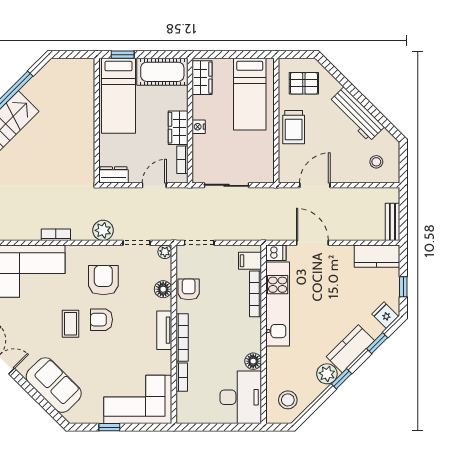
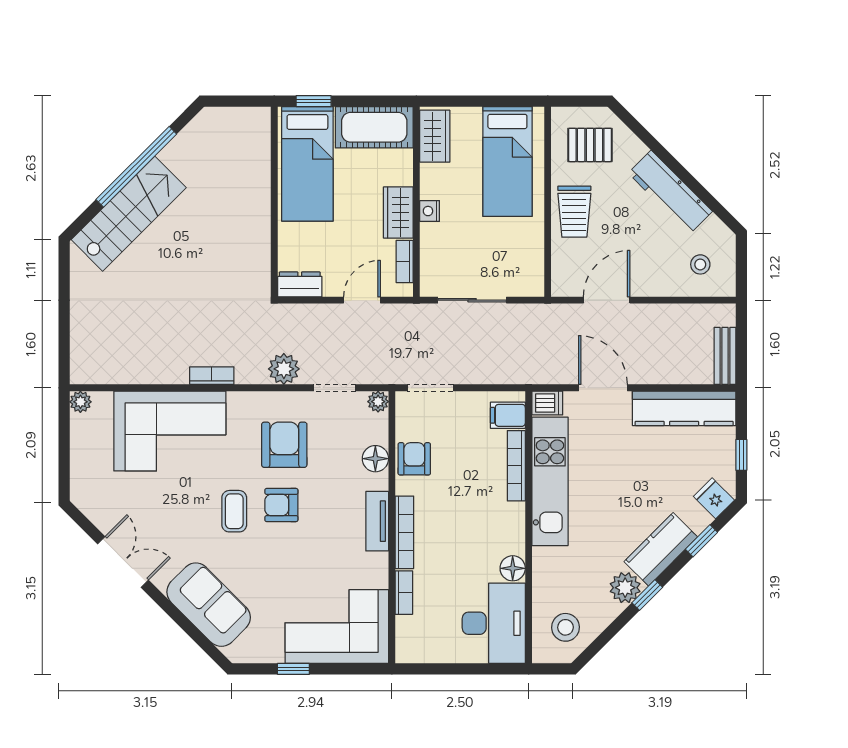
kitchen counter: (377, 256) -> (684, 408), width x1.50

